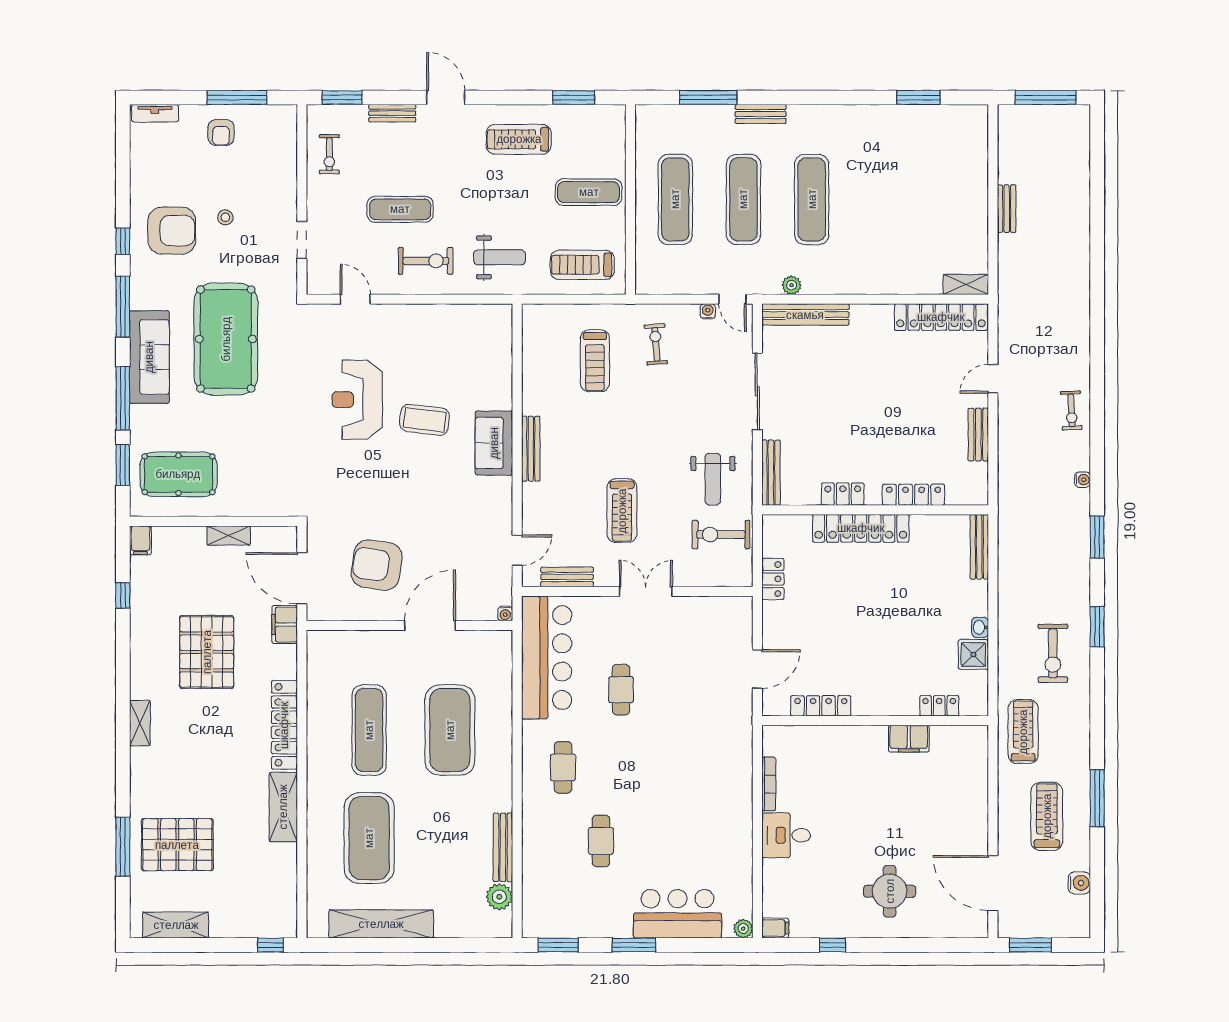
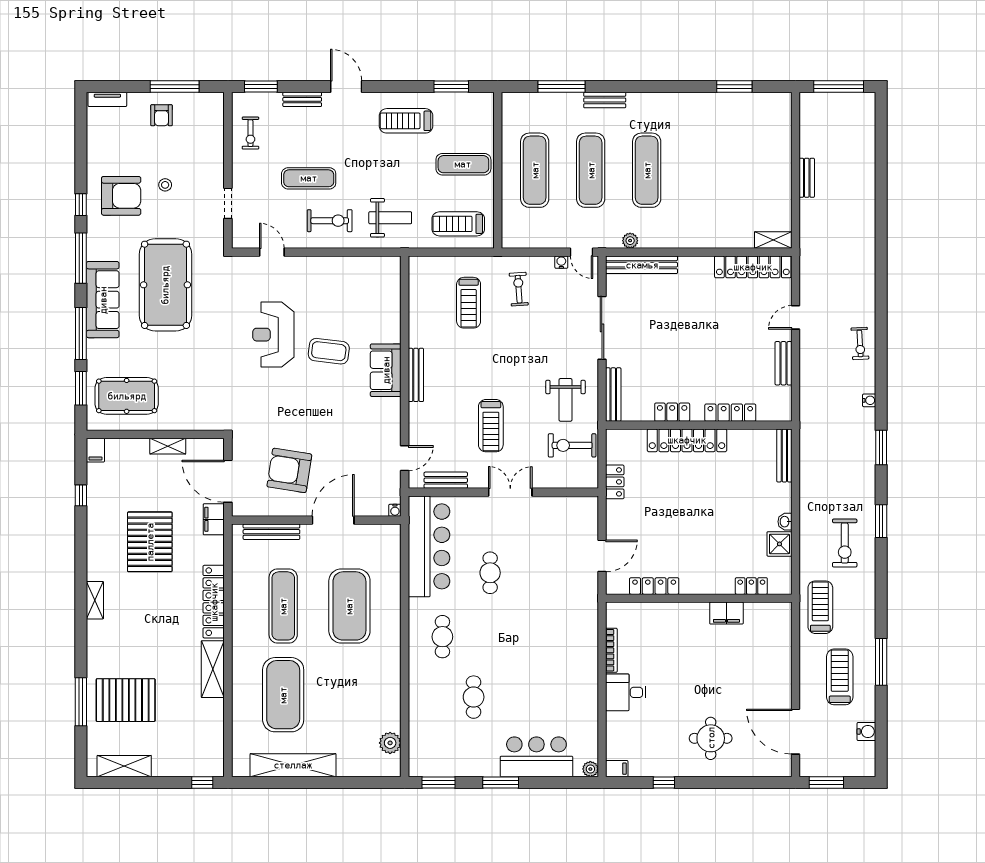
bench: (503, 847) -> (271, 532), moved, turned 90

